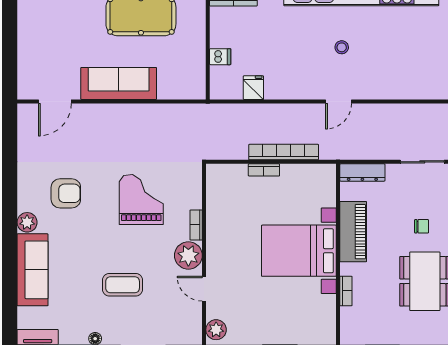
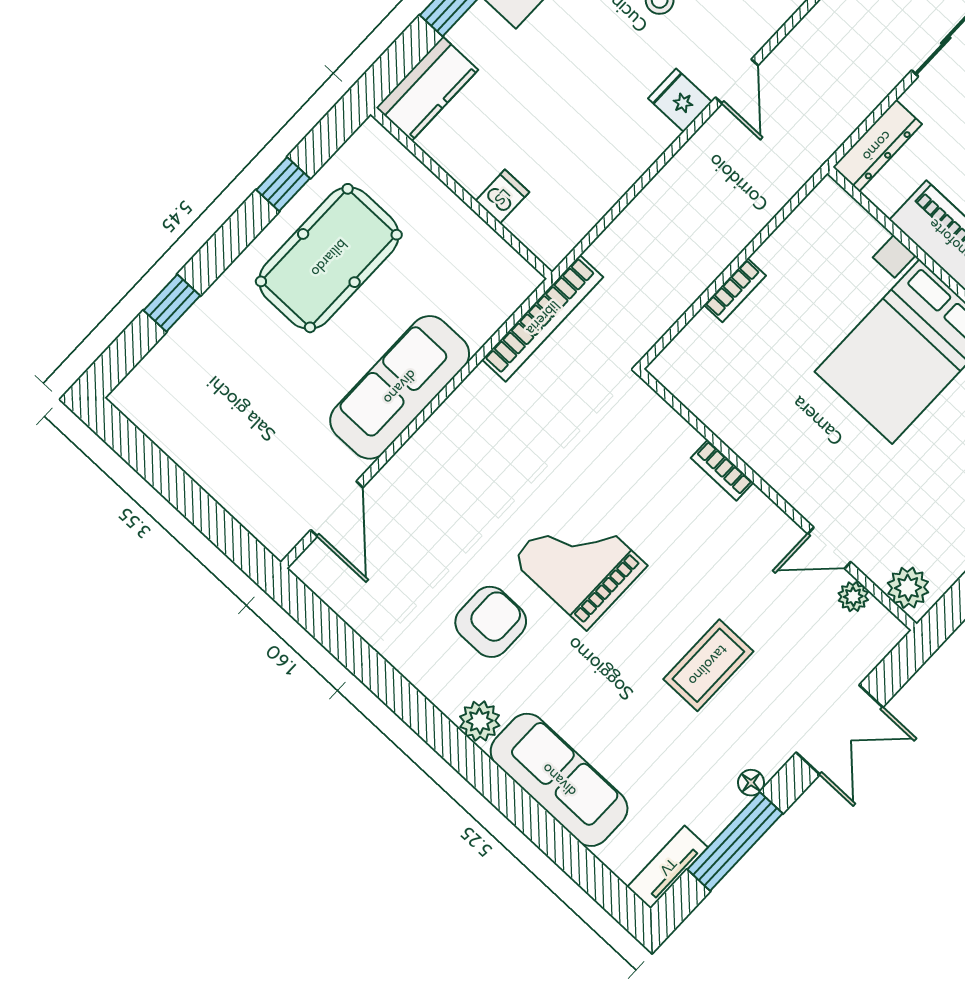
fridge: (253, 88) -> (680, 100), moved
bookcase: (284, 152) -> (543, 318), moved, turned 180
grand piano: (141, 200) -> (579, 563), moved
plant: (188, 255) -> (853, 597), moved, width x0.53, depth x0.53

